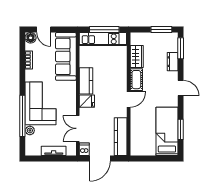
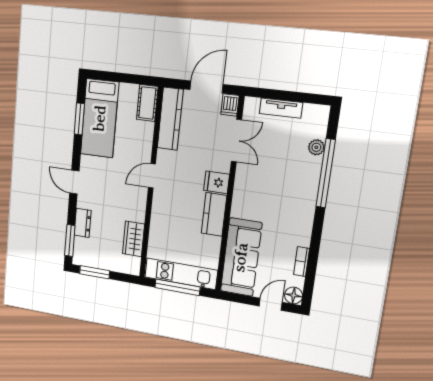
door: (44, 30) -> (271, 304), hinge flipped
cot: (136, 80) -> (147, 103), moved
corner sofa: (40, 103) -> (292, 190), removed

